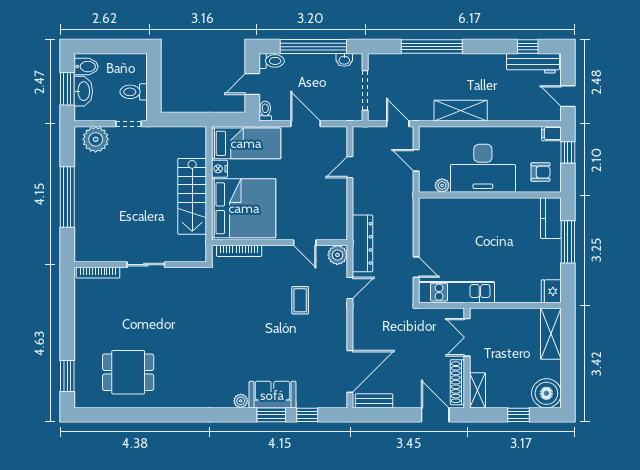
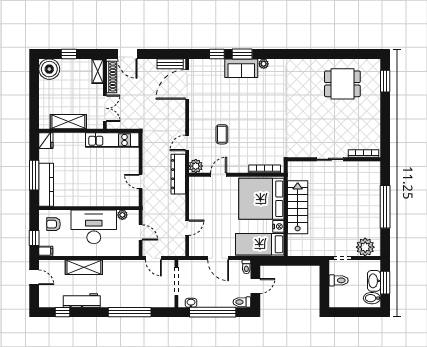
workbench: (533, 63) -> (82, 300), moved
shelving: (461, 111) -> (84, 267), moved
kitchen counter: (551, 218) -> (46, 185), width x1.50
door: (305, 243) -> (219, 175), hinge flipped
door: (416, 267) -> (141, 182), moved
shelving: (551, 334) -> (68, 122), moved, turned 90

